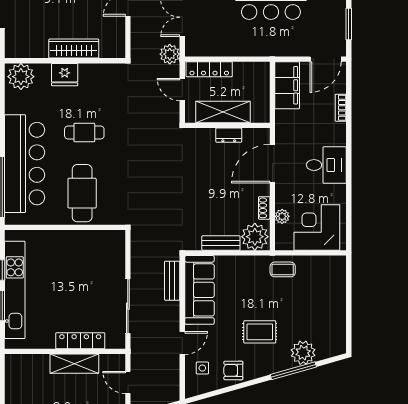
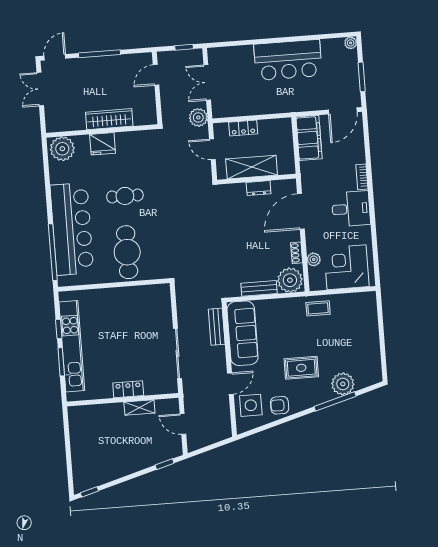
locker: (209, 69) -> (243, 128), width x0.66
bookcase: (341, 108) -> (362, 177), moved
locker: (80, 341) -> (128, 389), width x0.66
shelving: (74, 364) -> (139, 407), width x0.67, depth x0.75
side table: (202, 368) -> (251, 405), width x1.87, depth x1.87

